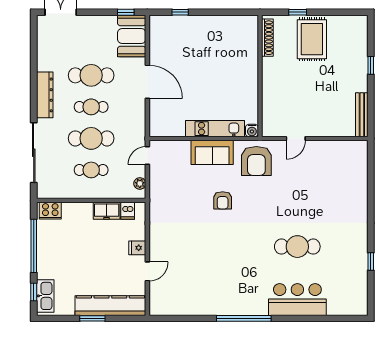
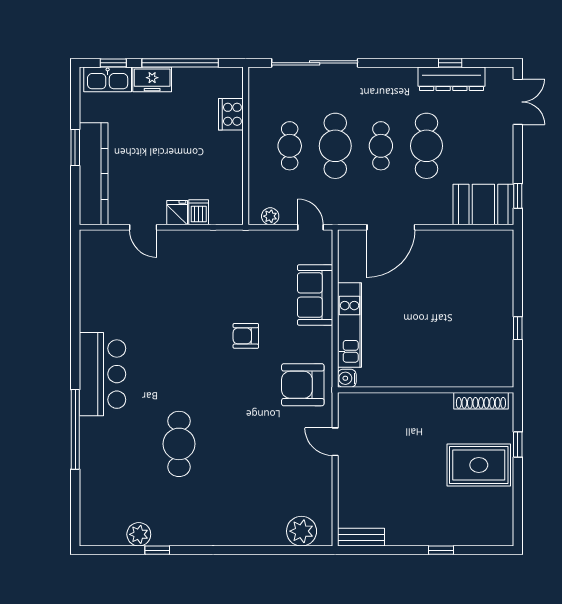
window: (180, 12) -> (518, 328), moved
window: (34, 59) -> (450, 63), added
door: (147, 82) -> (391, 227), moved
dresser: (45, 95) -> (452, 79), moved
bench: (362, 115) -> (361, 537), width x0.73
sofa: (212, 152) -> (315, 295), moved
plant: (358, 162) -> (302, 531), added
cooker: (50, 211) -> (231, 114), moved
freezer: (107, 211) -> (152, 79), moved, turned -90
dishwasher: (128, 211) -> (199, 212), moved, turned 90
plant: (360, 274) -> (139, 534), added
bar counter: (297, 299) -> (102, 374), moved
window: (244, 318) -> (75, 429), moved

